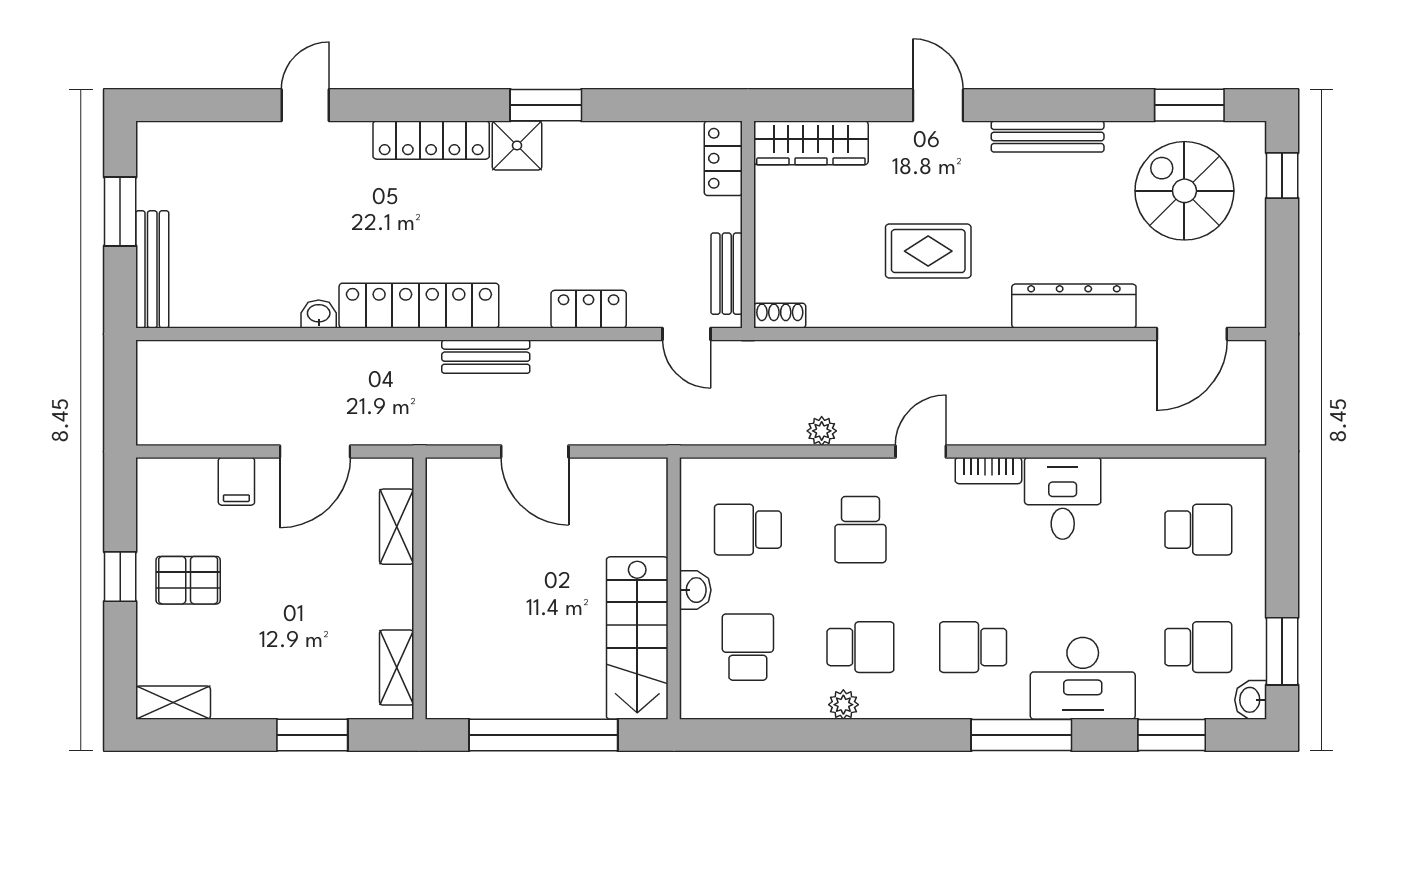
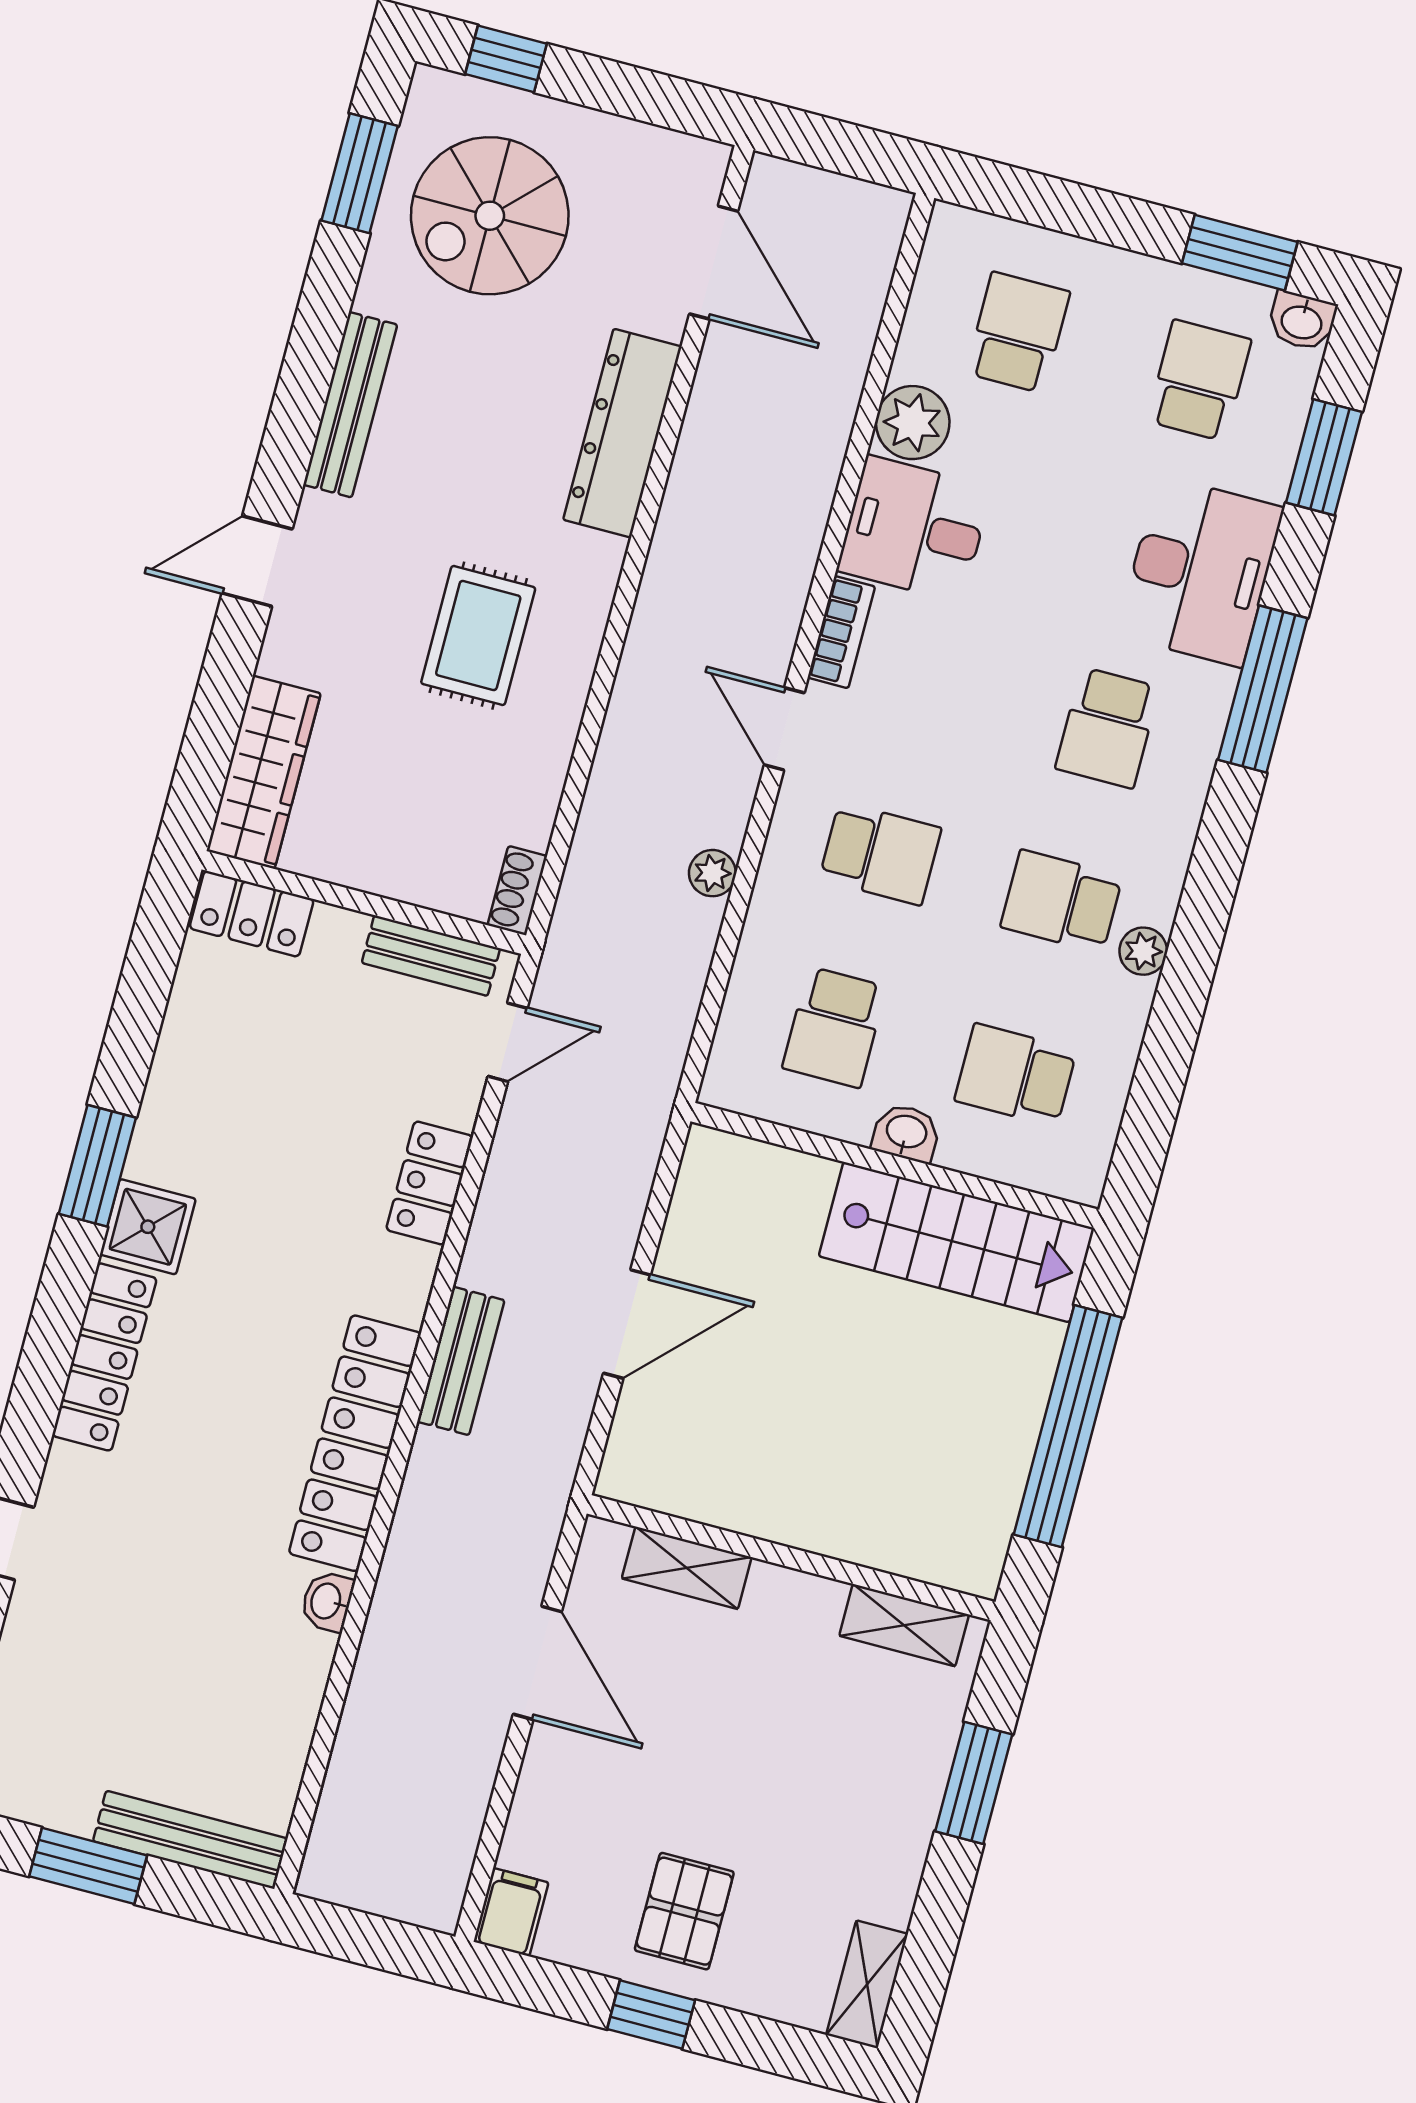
plant: (1127, 480) -> (913, 423), added
filing cabinet: (236, 481) -> (511, 1912), moved, turned -90
school desk: (860, 647) -> (1061, 901), turned -90

